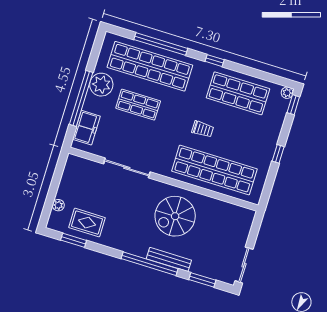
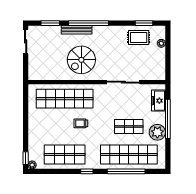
window: (278, 154) -> (26, 122), removed
spiral stairs: (175, 216) -> (81, 60), turned 180

